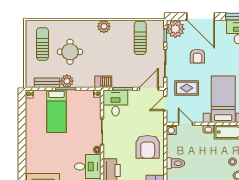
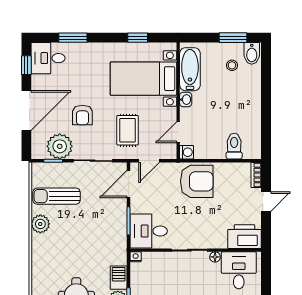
plant: (104, 26) -> (40, 224), moved
plant: (175, 29) -> (60, 146), moved
armchair: (197, 56) -> (82, 115), turned 90
barbecue: (103, 82) -> (119, 278), moved
door: (149, 89) -> (129, 184), hinge flipped
door: (165, 103) -> (149, 161), hinge flipped
armchair: (148, 147) -> (197, 181), moved

